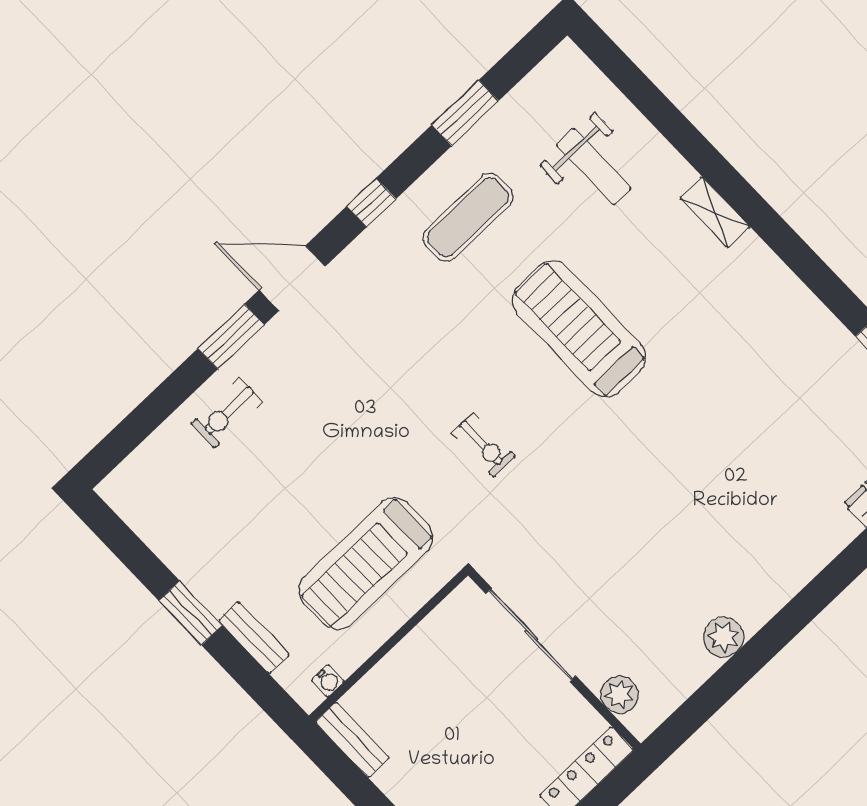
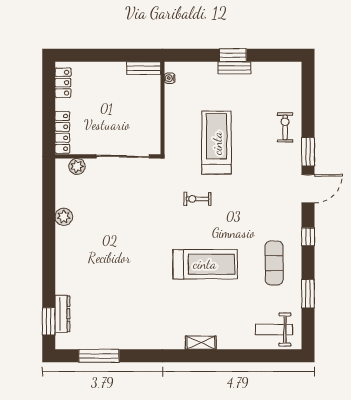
weight bench: (594, 167) -> (274, 330), moved
treadmill: (366, 564) -> (217, 143), moved
bench: (254, 638) -> (234, 68), moved

